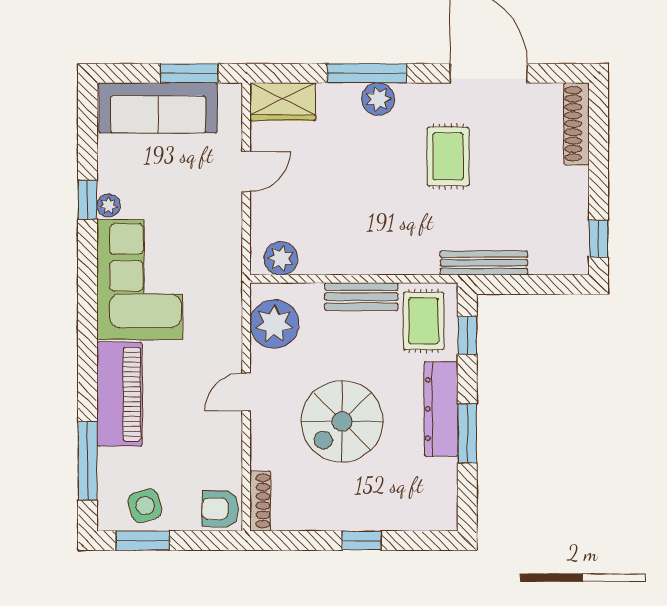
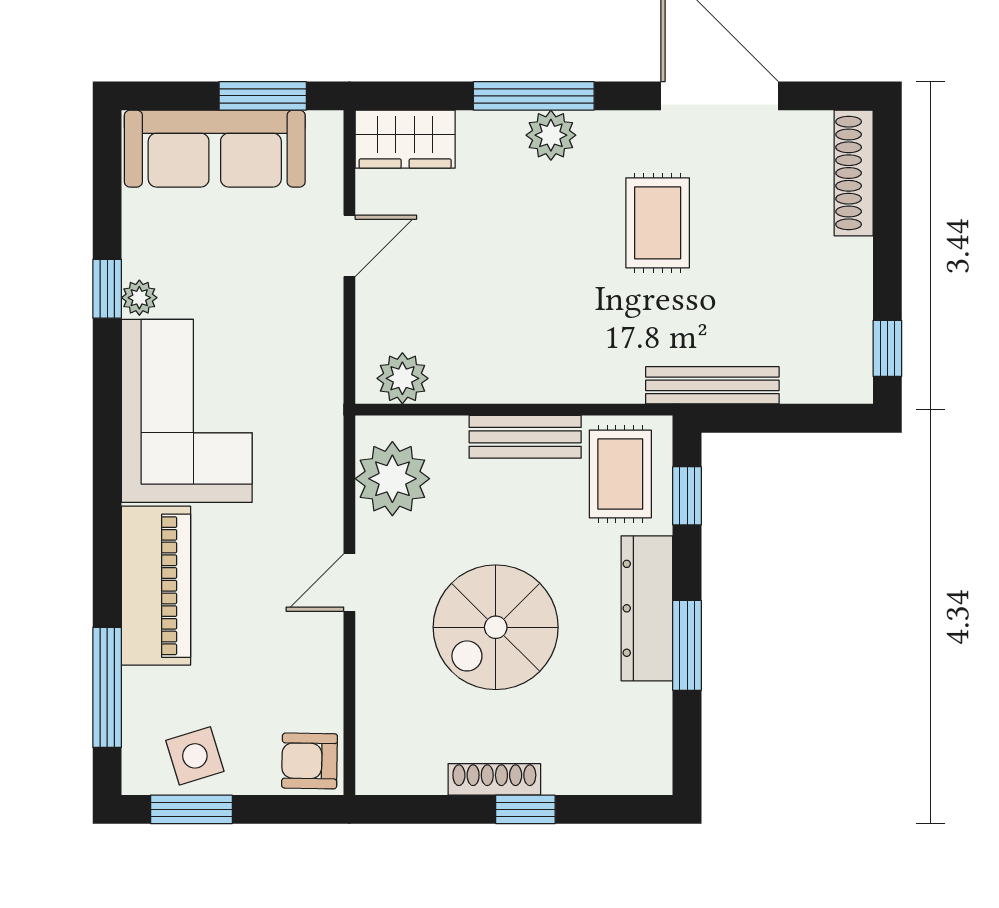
shoe rack: (260, 501) -> (494, 779), moved, turned -90

